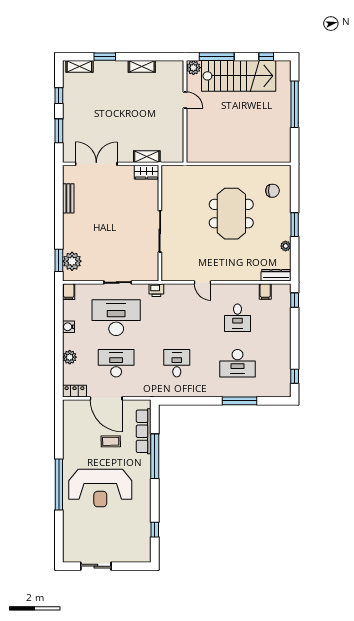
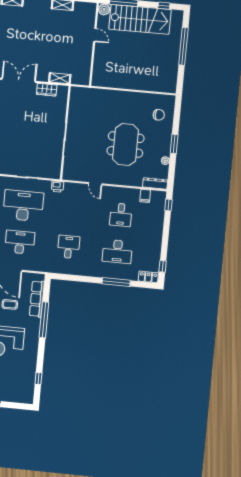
wardrobe: (146, 172) -> (47, 90), moved
meeting table: (231, 214) -> (126, 145), moved
locker: (278, 391) -> (148, 277), added

